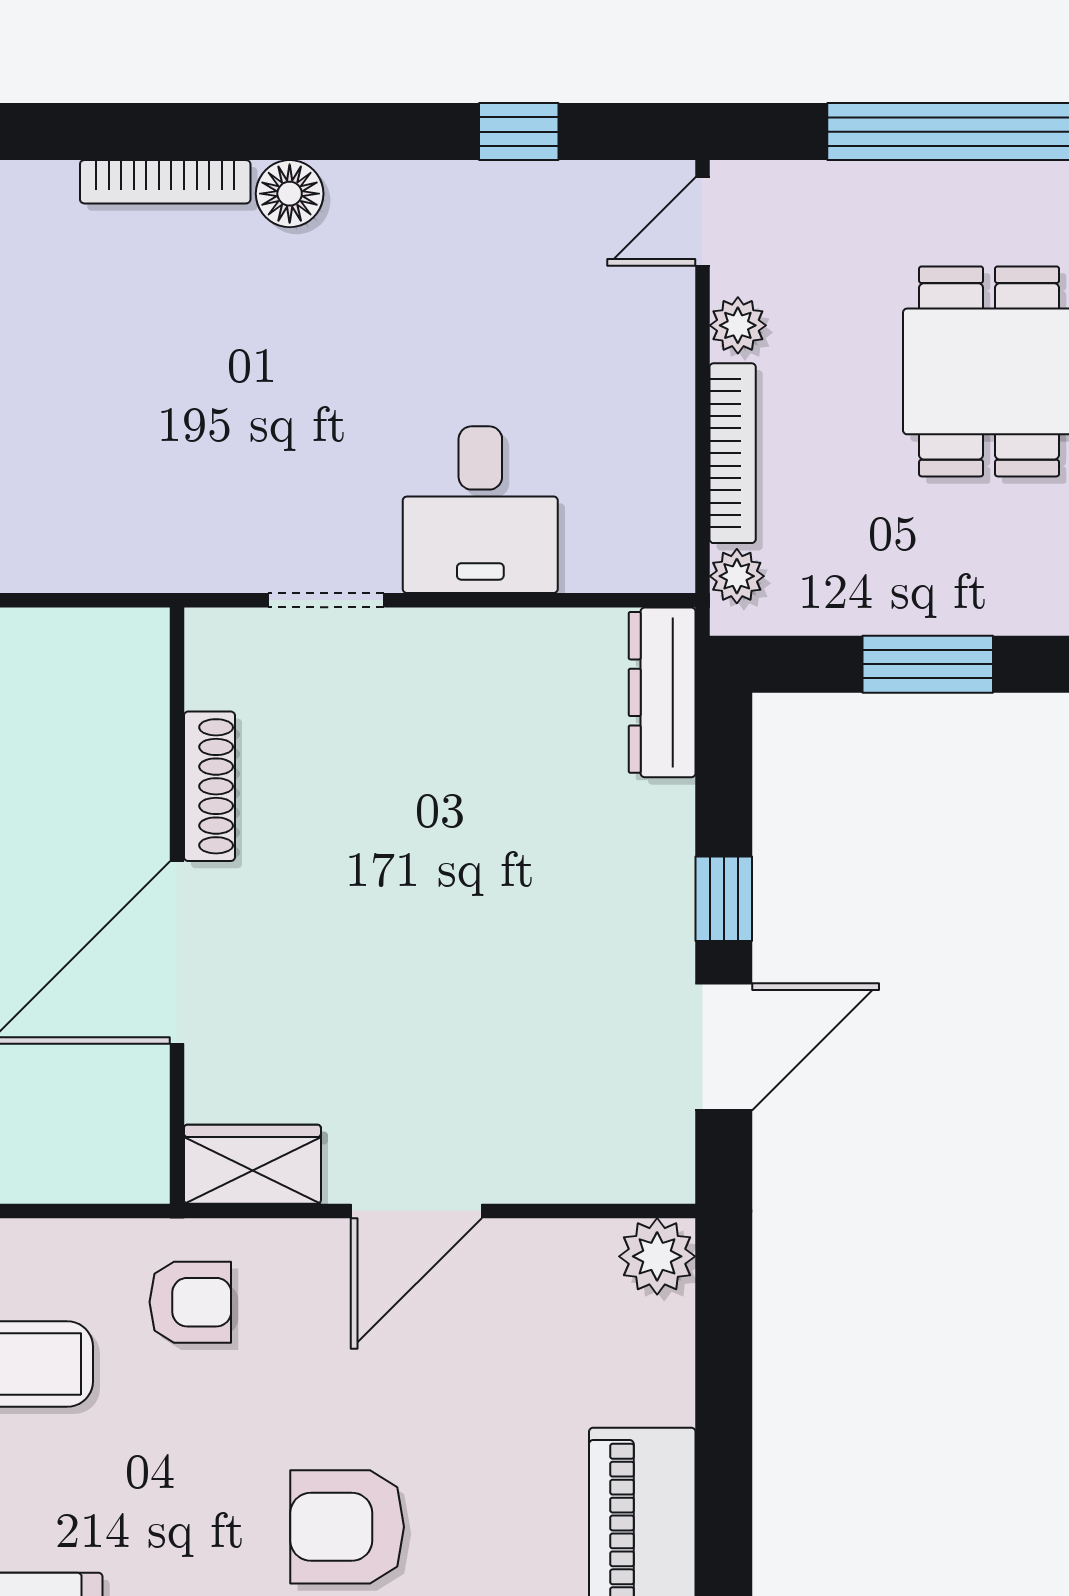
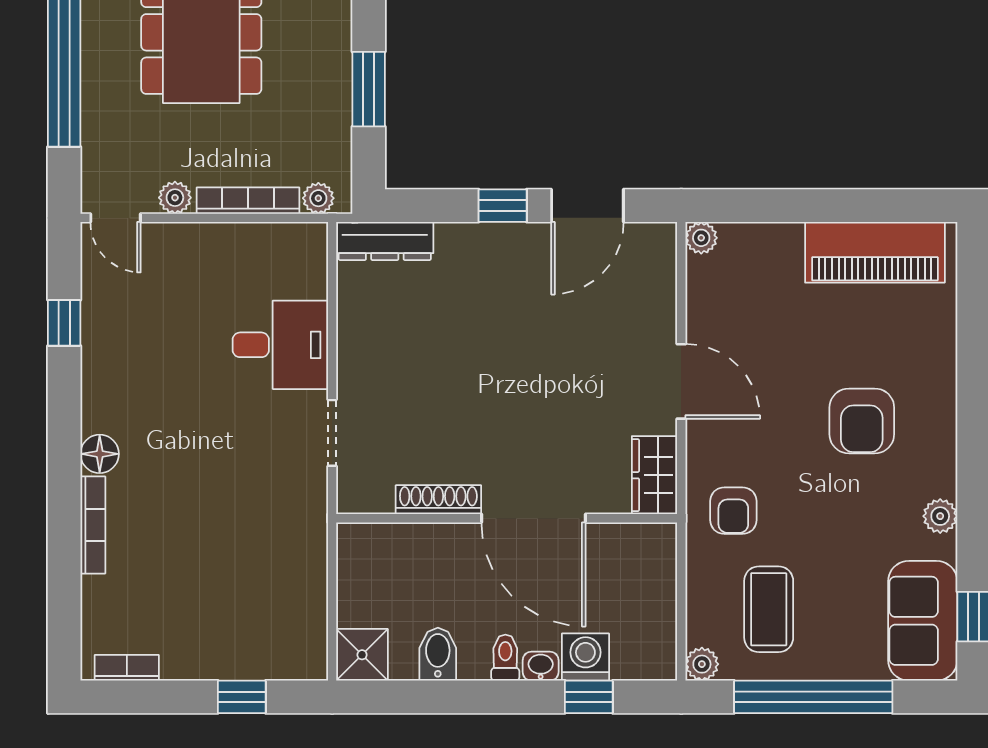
door: (724, 1047) -> (587, 206), swing flipped
plant: (657, 1256) -> (701, 238), width x0.73, depth x0.73
armchair: (190, 1302) -> (733, 511), turned 180

